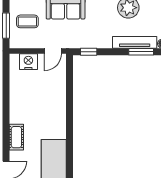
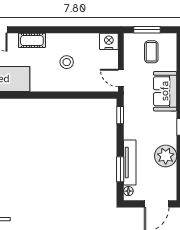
nightstand: (28, 62) -> (109, 41), moved, turned -90
stool: (37, 103) -> (67, 62), added

